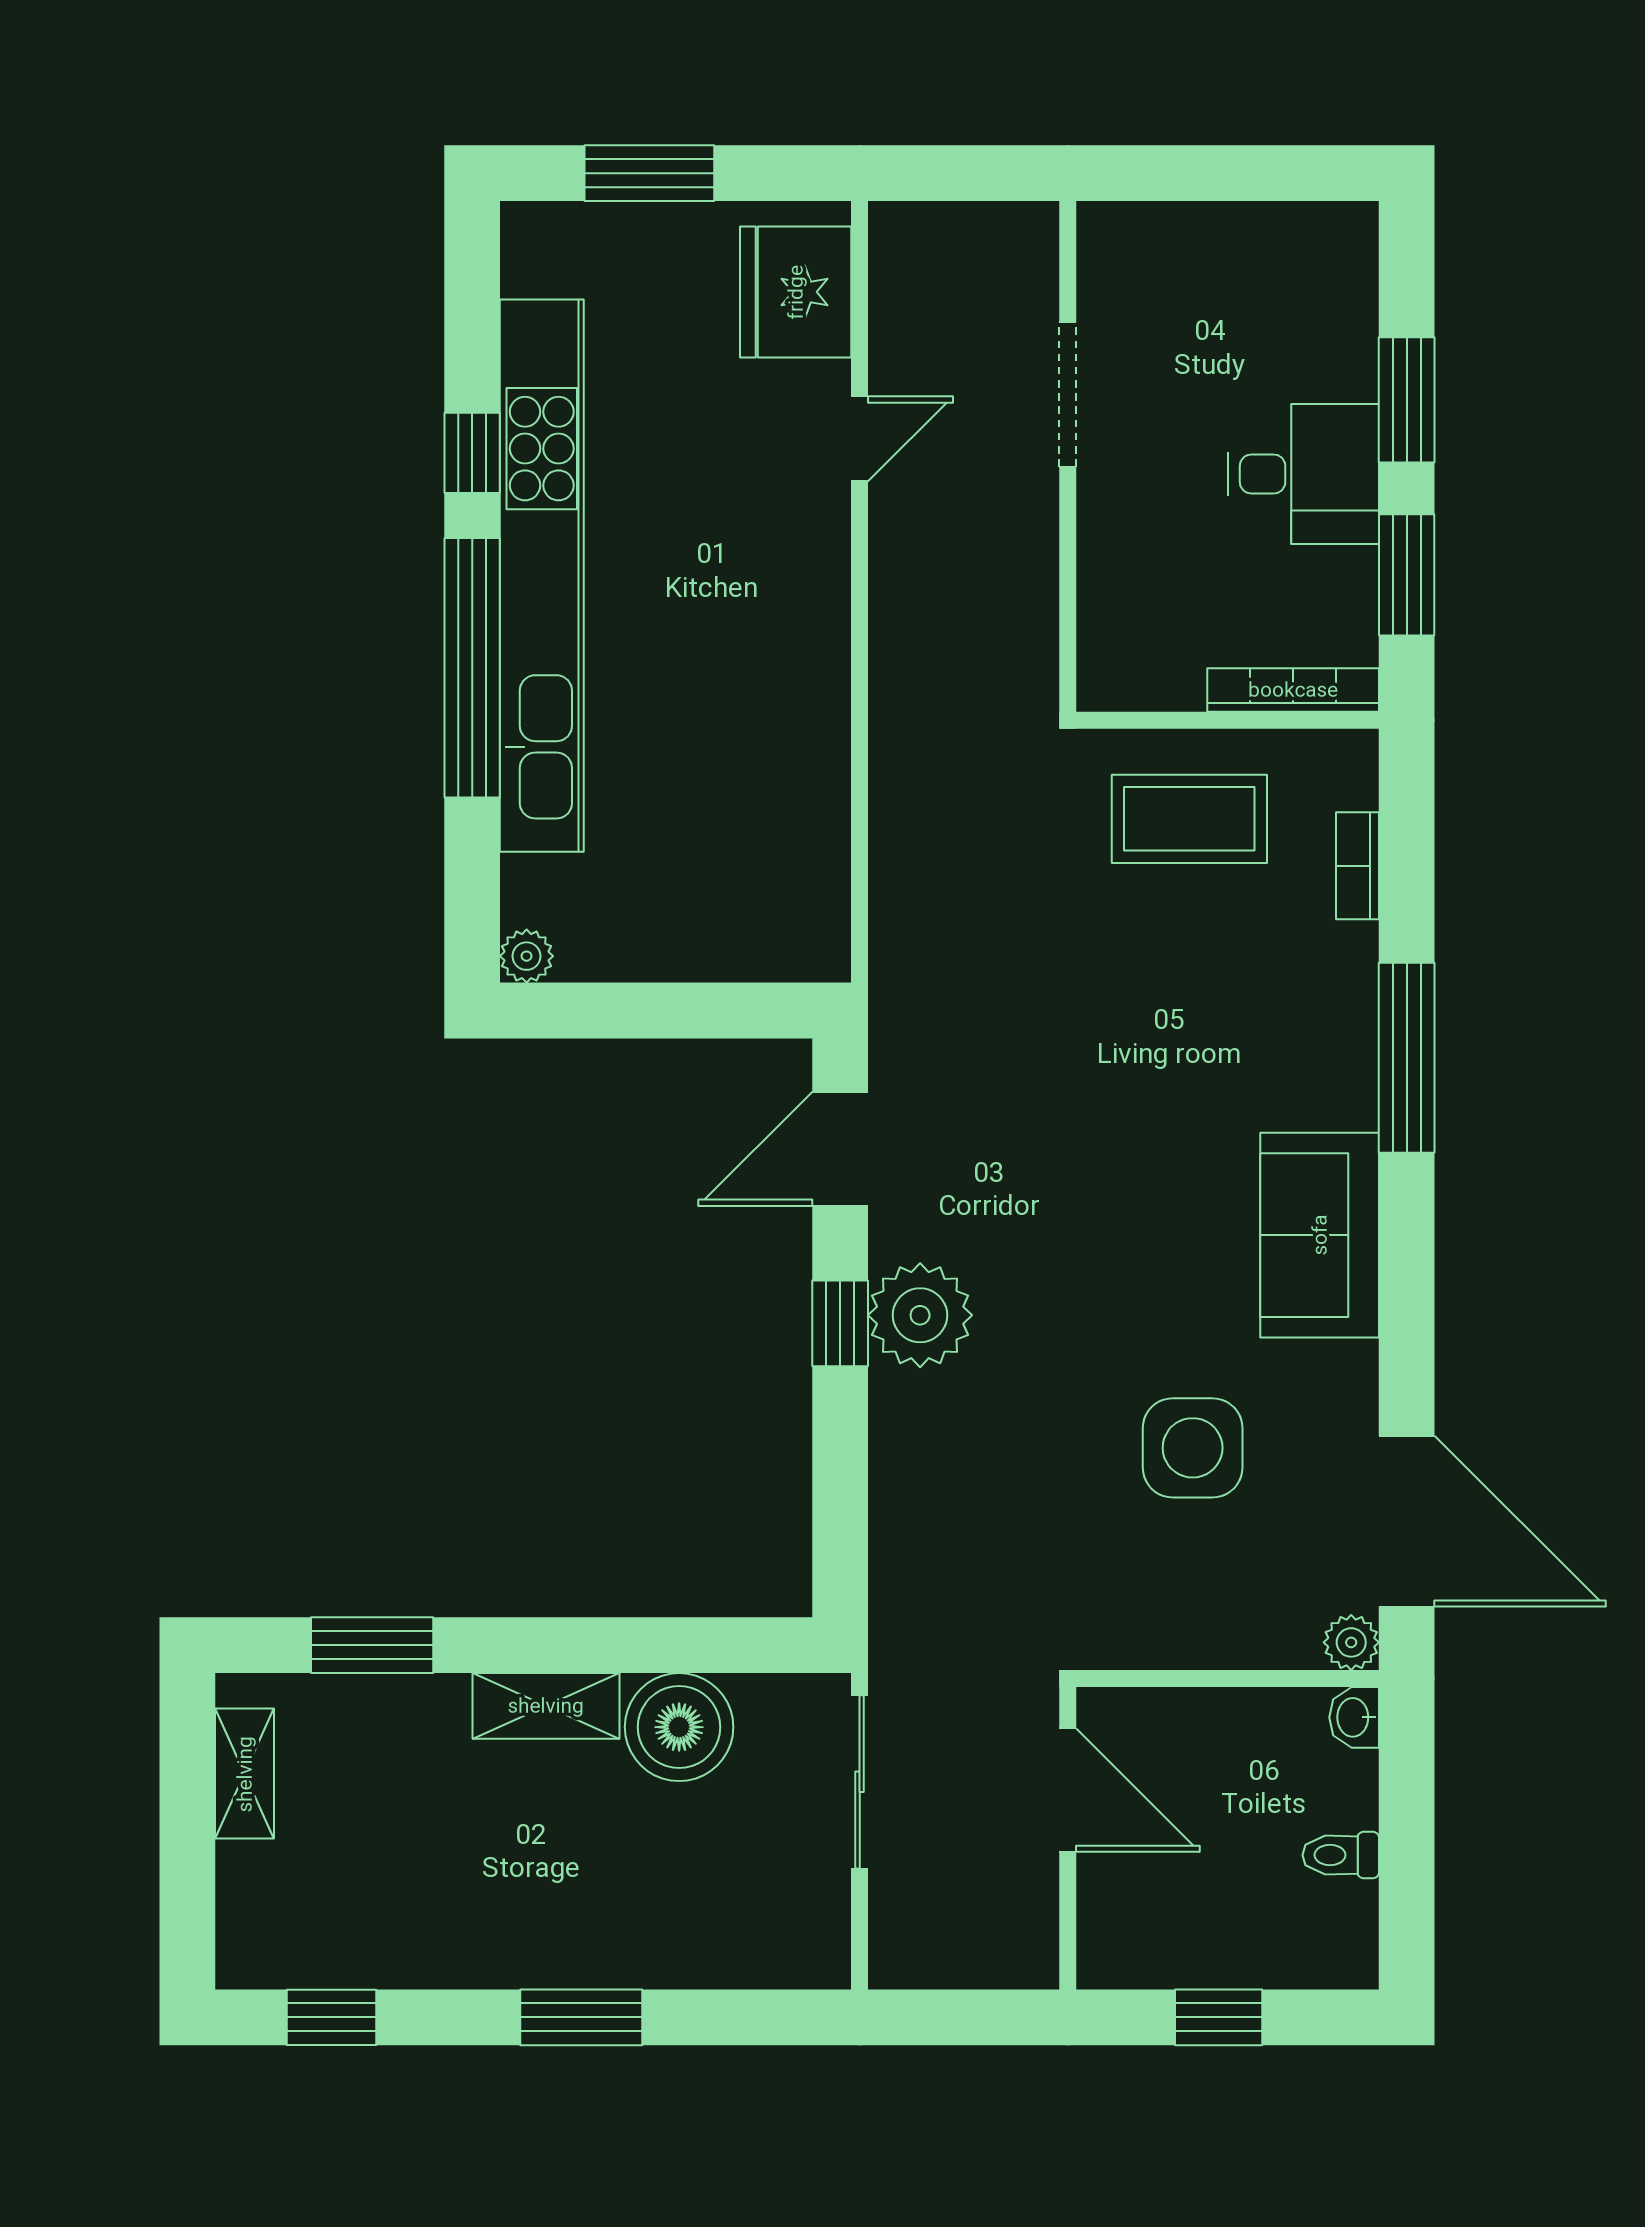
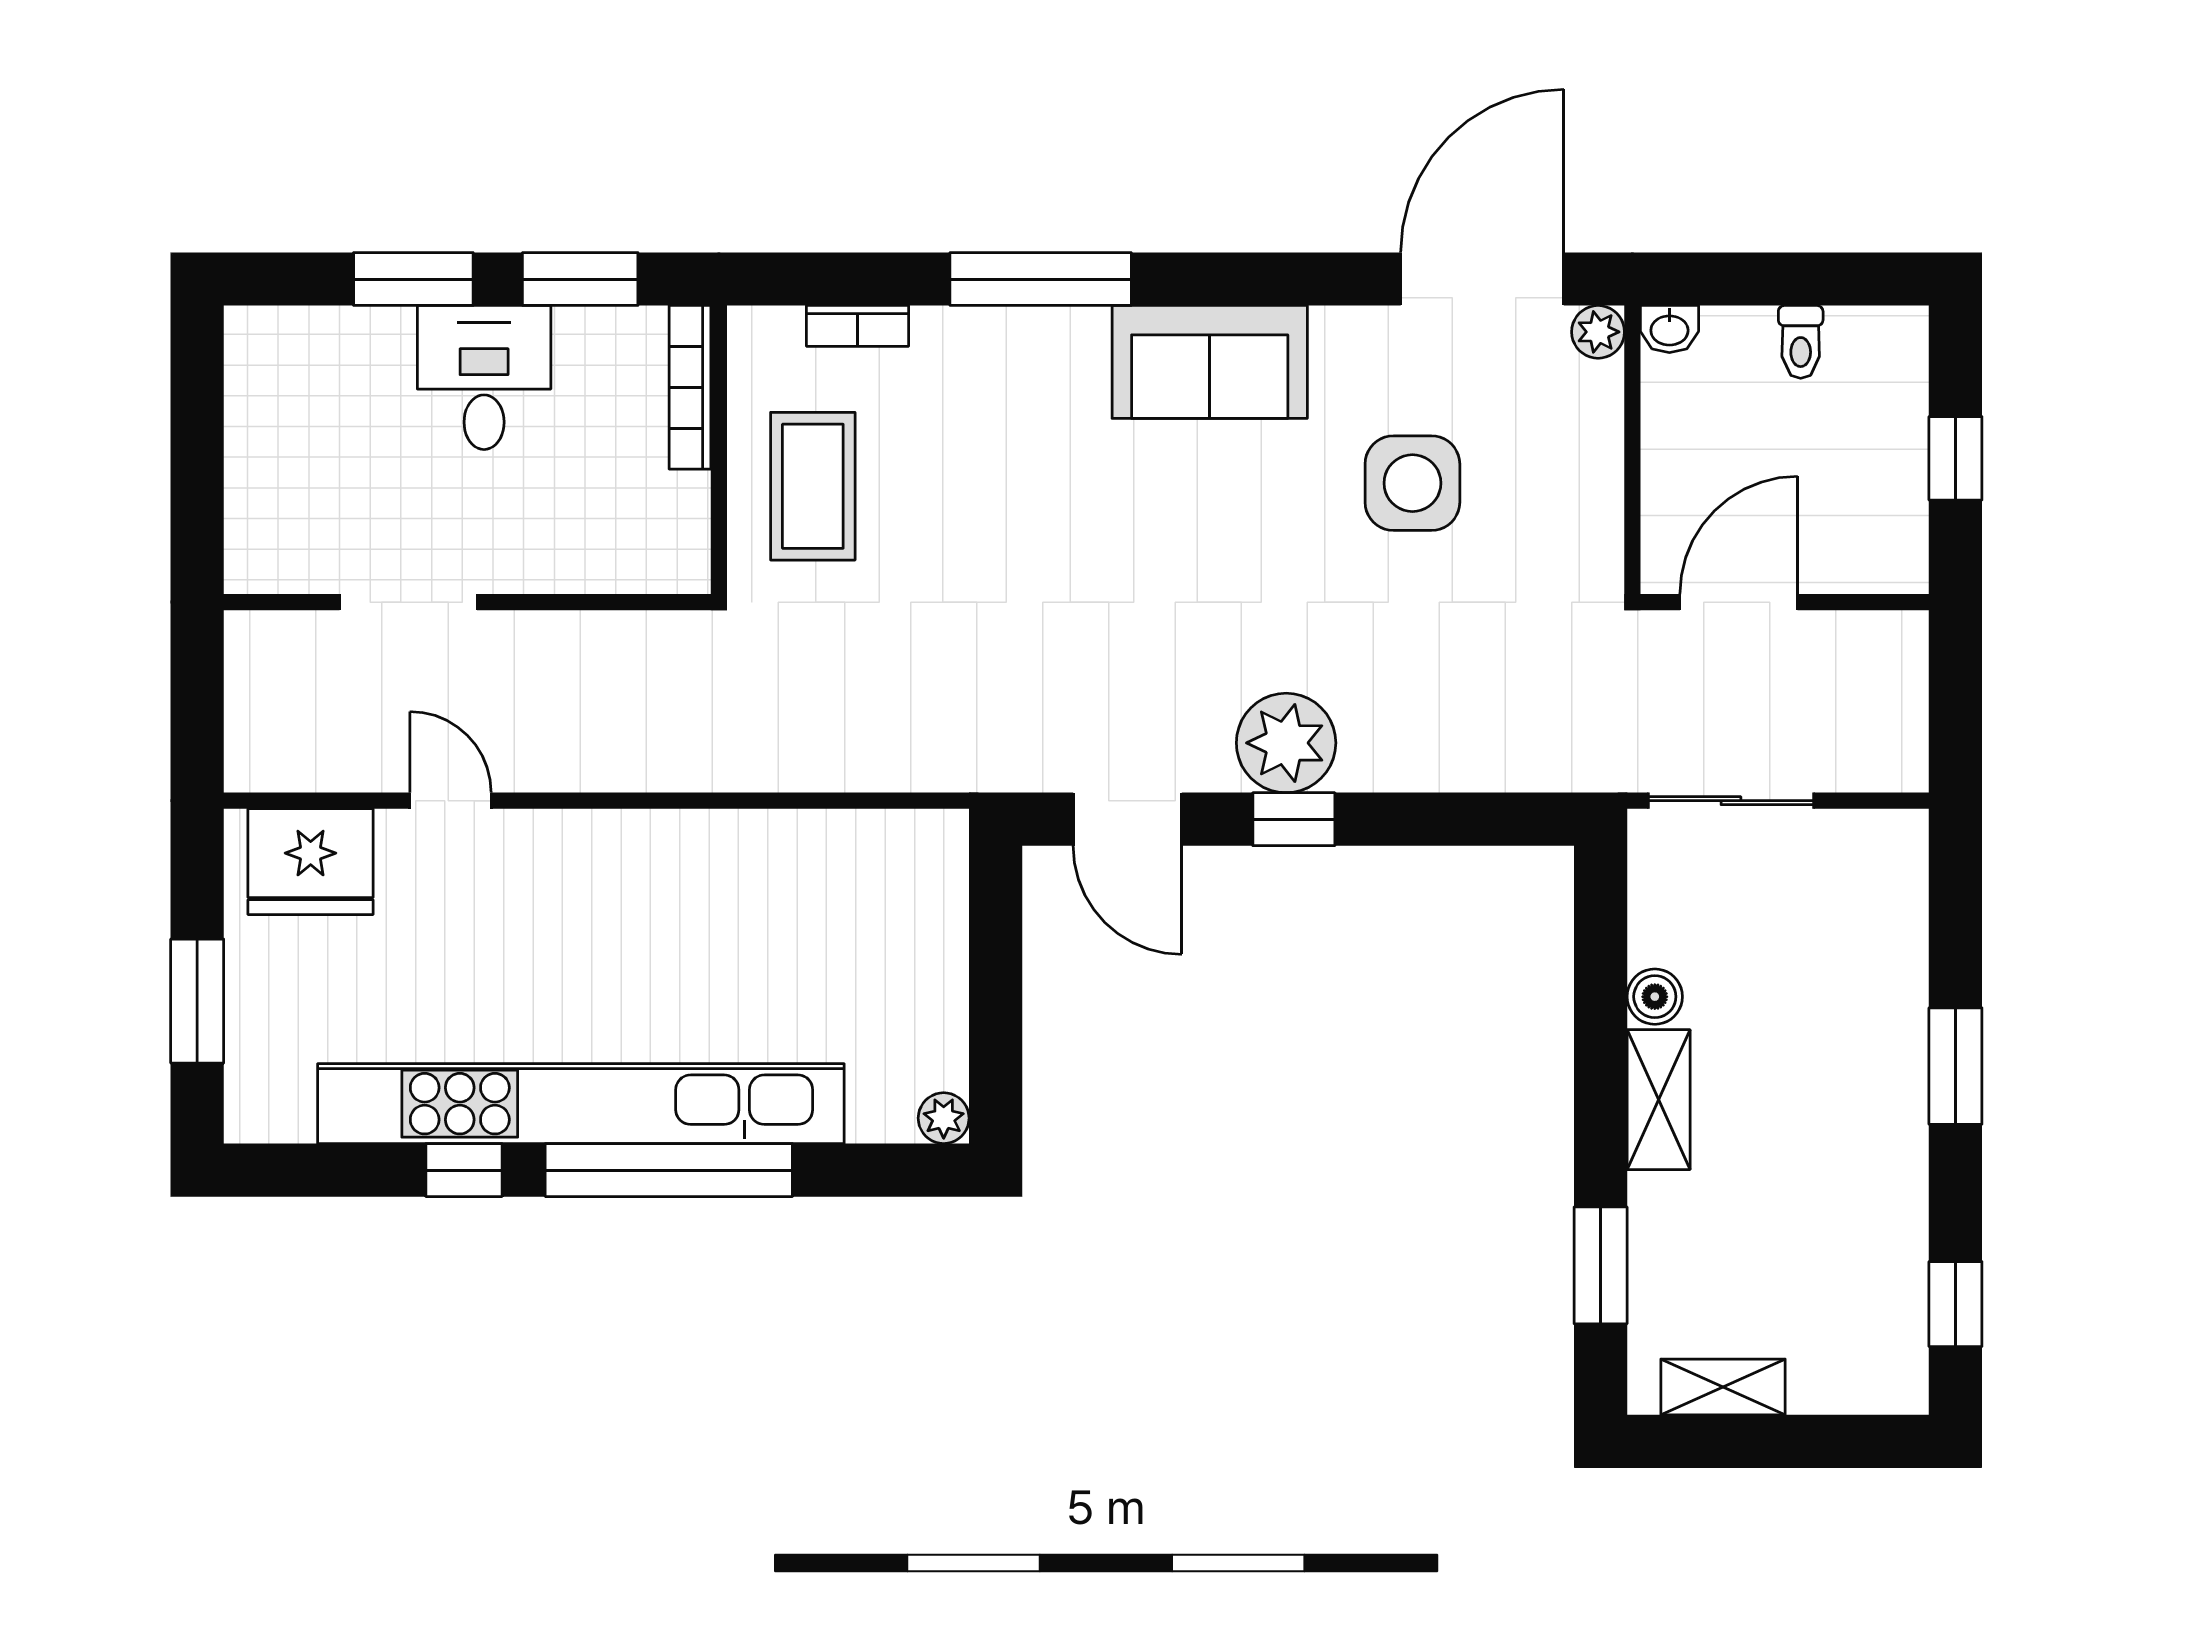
boiler: (679, 1727) -> (1655, 997), width x0.54, depth x0.54

